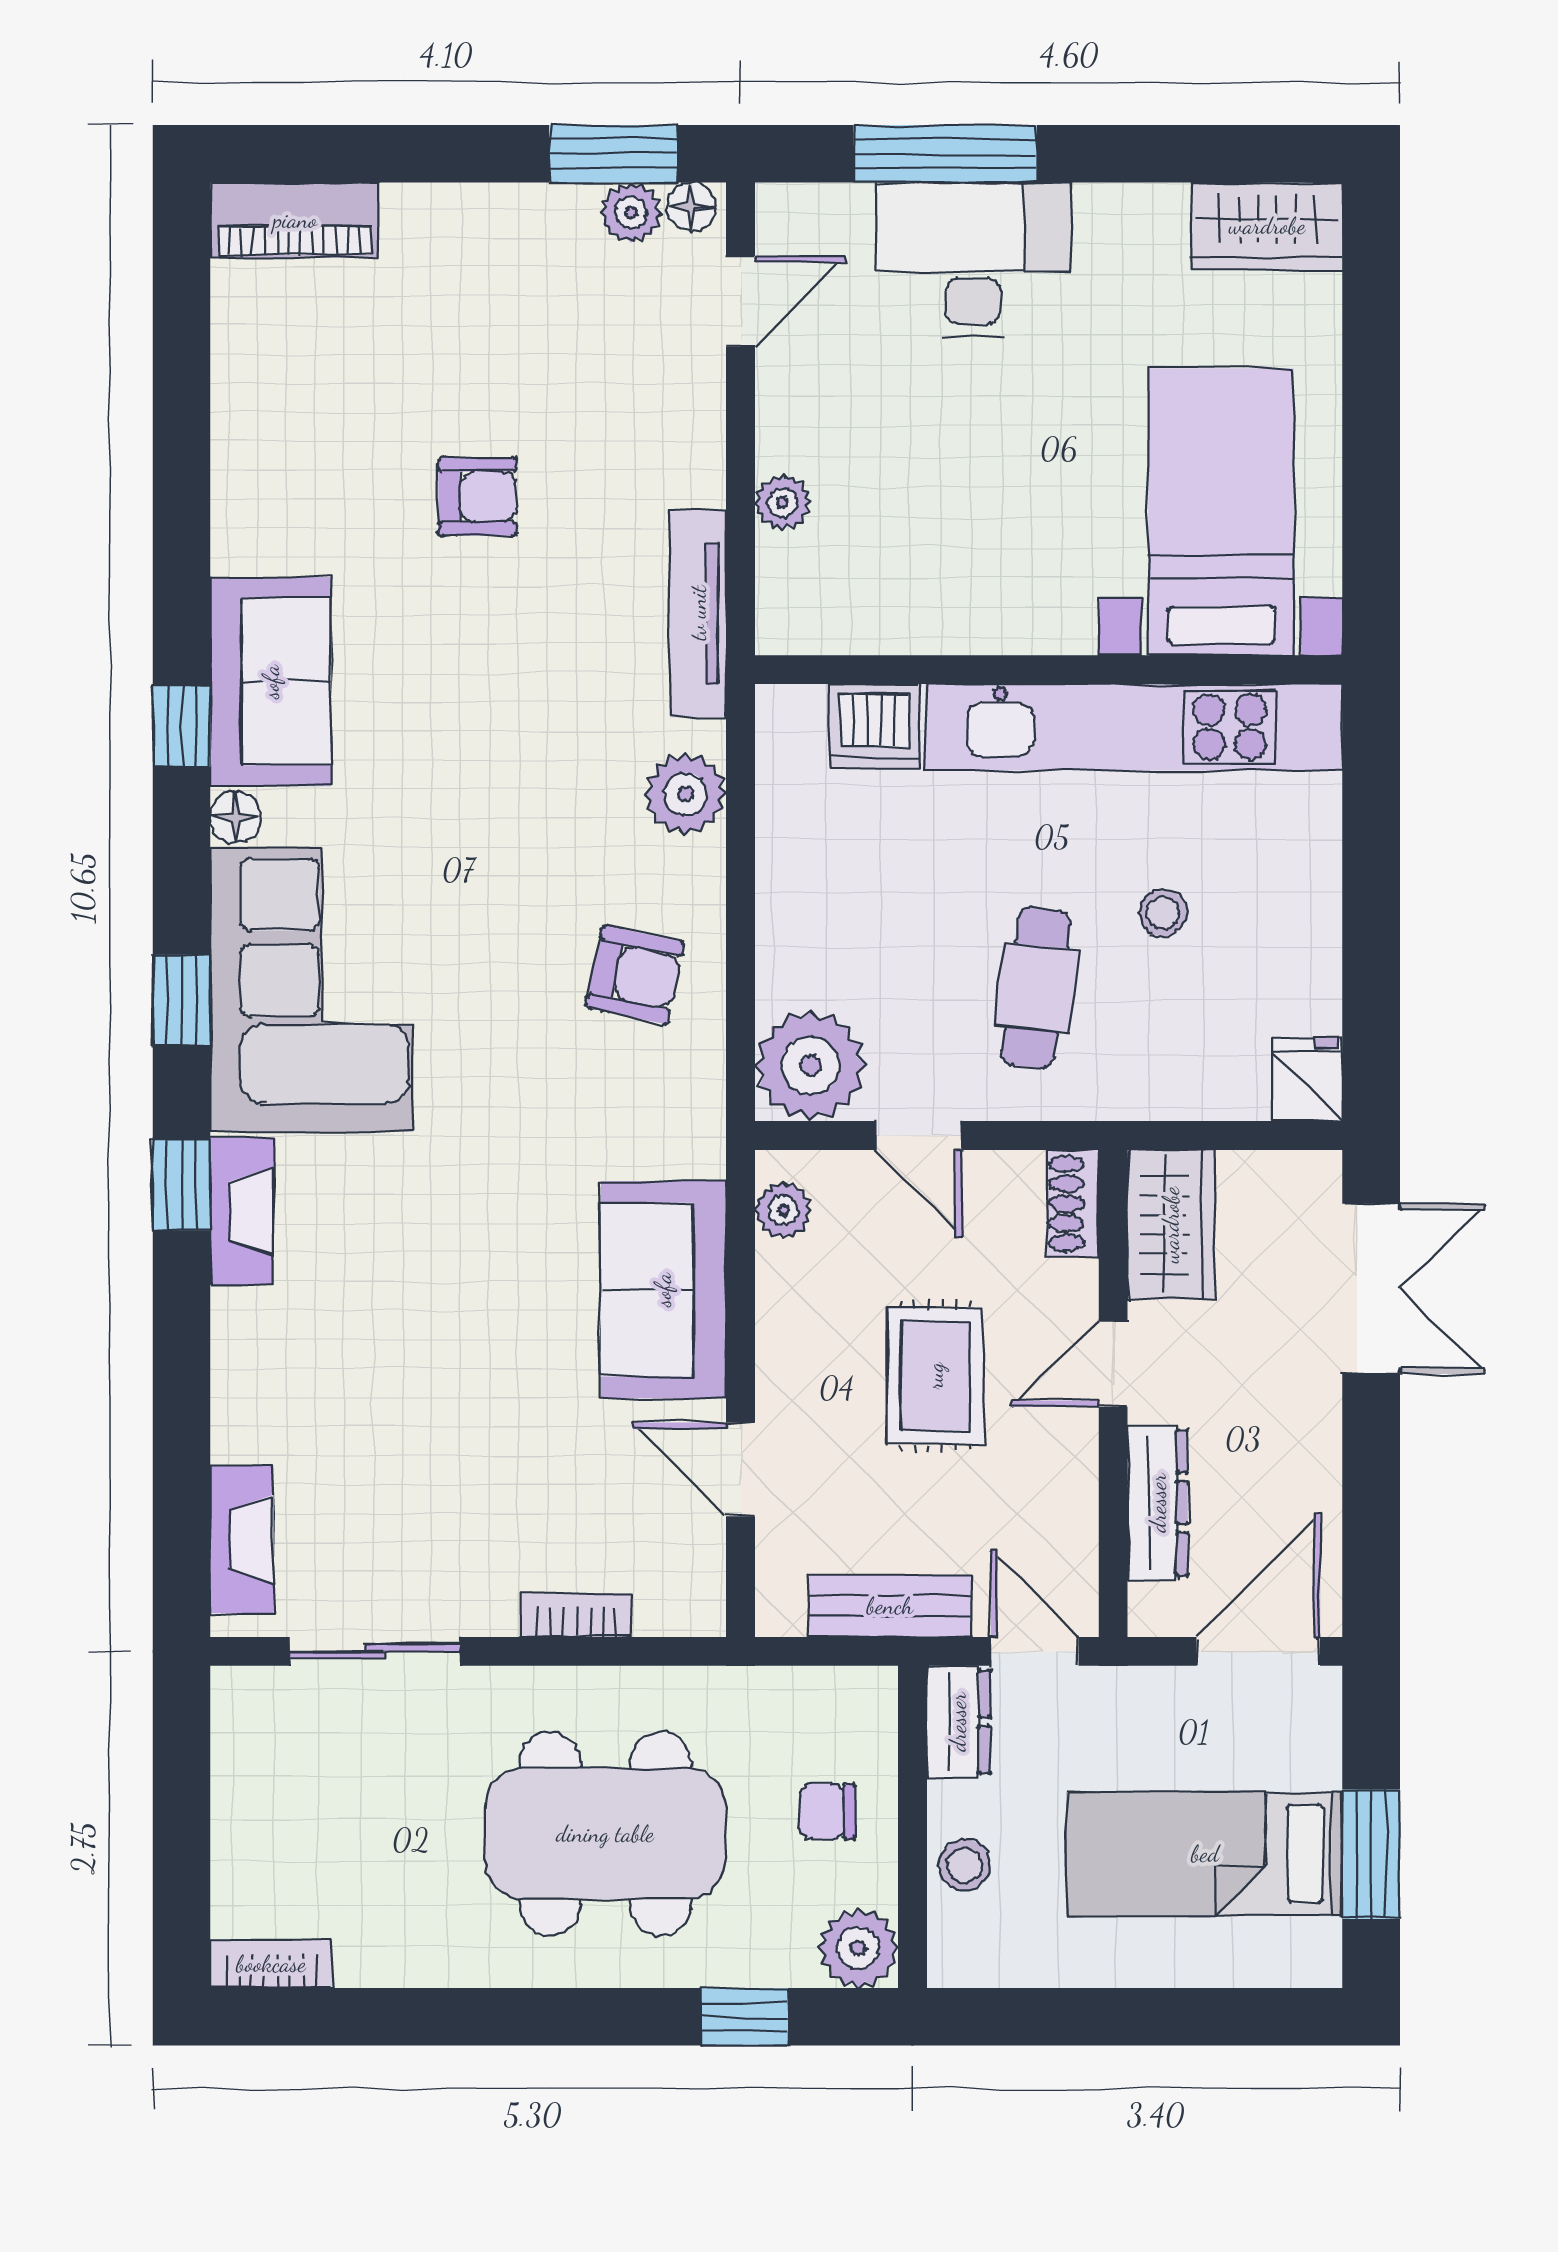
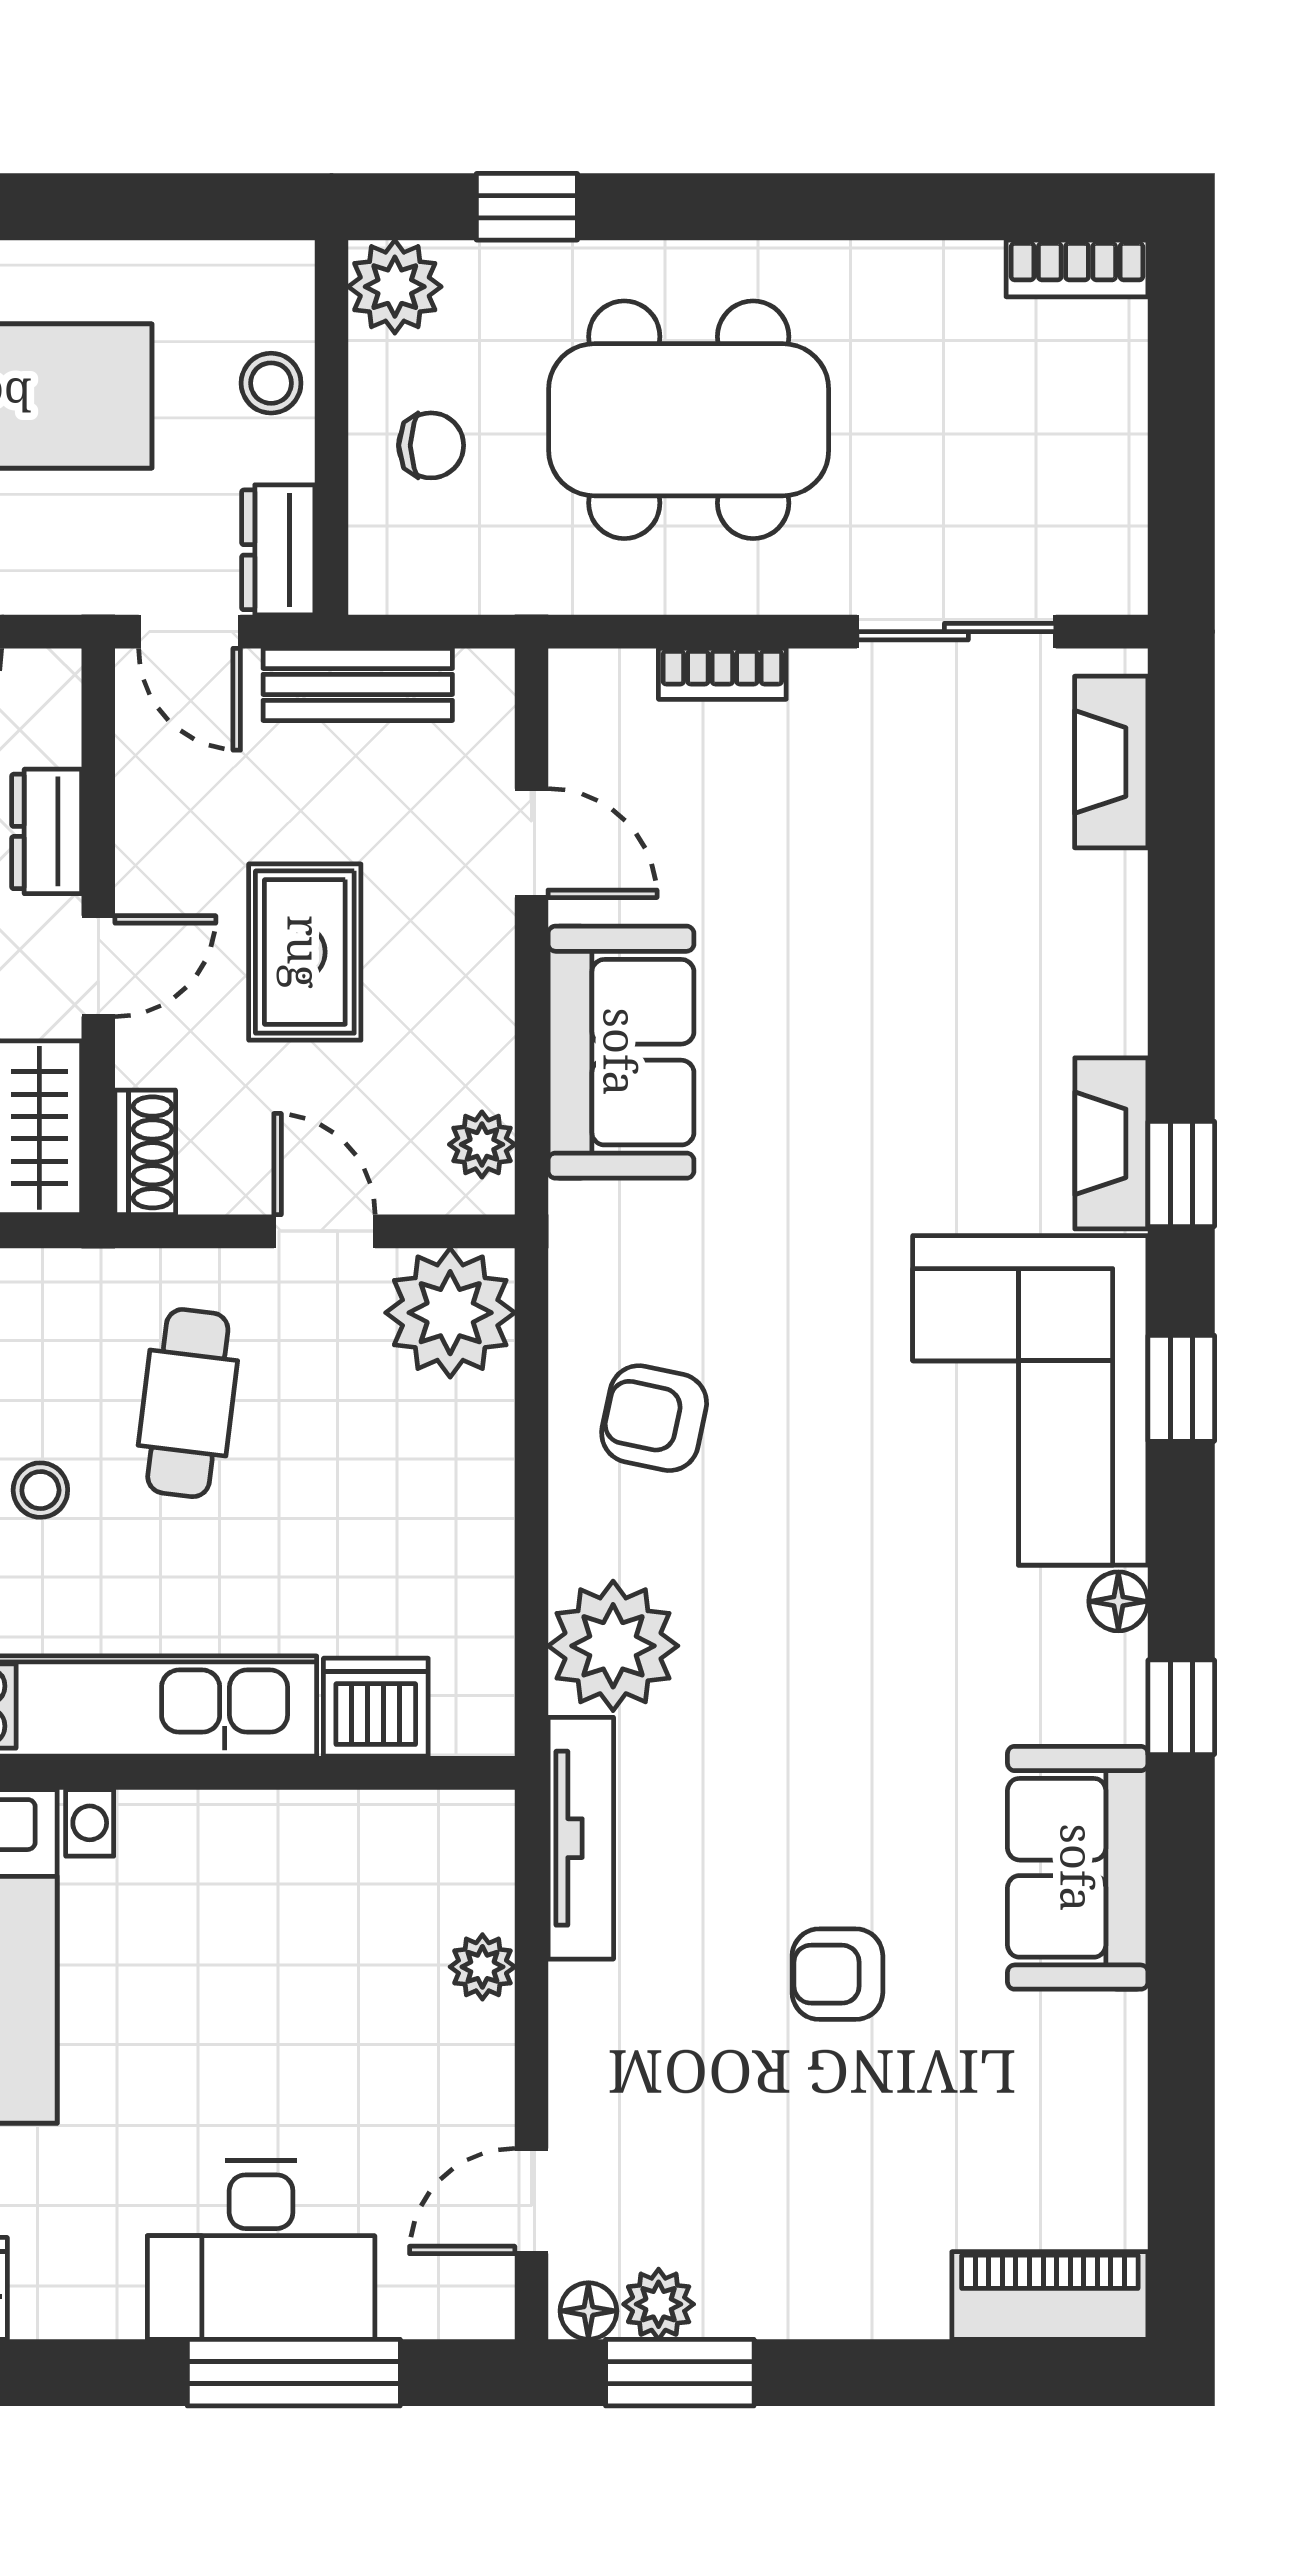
sofa: (271, 682) -> (1078, 1868), moved
plant: (685, 794) -> (613, 1646), width x1.36, depth x1.36
dresser: (1158, 1503) -> (47, 831), width x0.70

